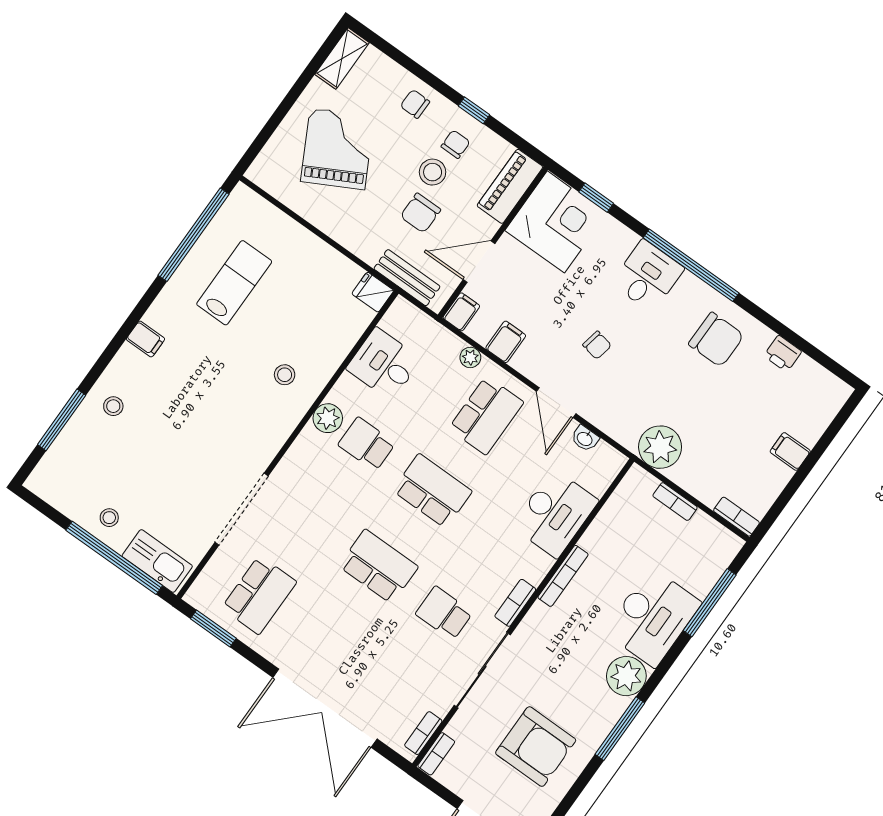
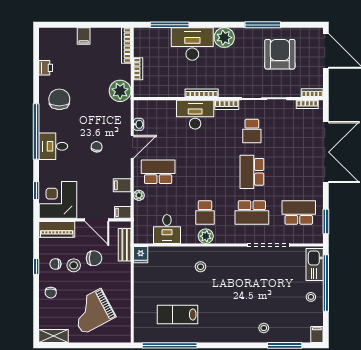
filing cabinet: (146, 339) -> (317, 334), moved
school desk: (432, 491) -> (252, 213), moved, turned -90
desk: (555, 514) -> (195, 115), moved
bookcase: (736, 517) -> (126, 45), width x1.56
window: (620, 729) -> (263, 25), moved

